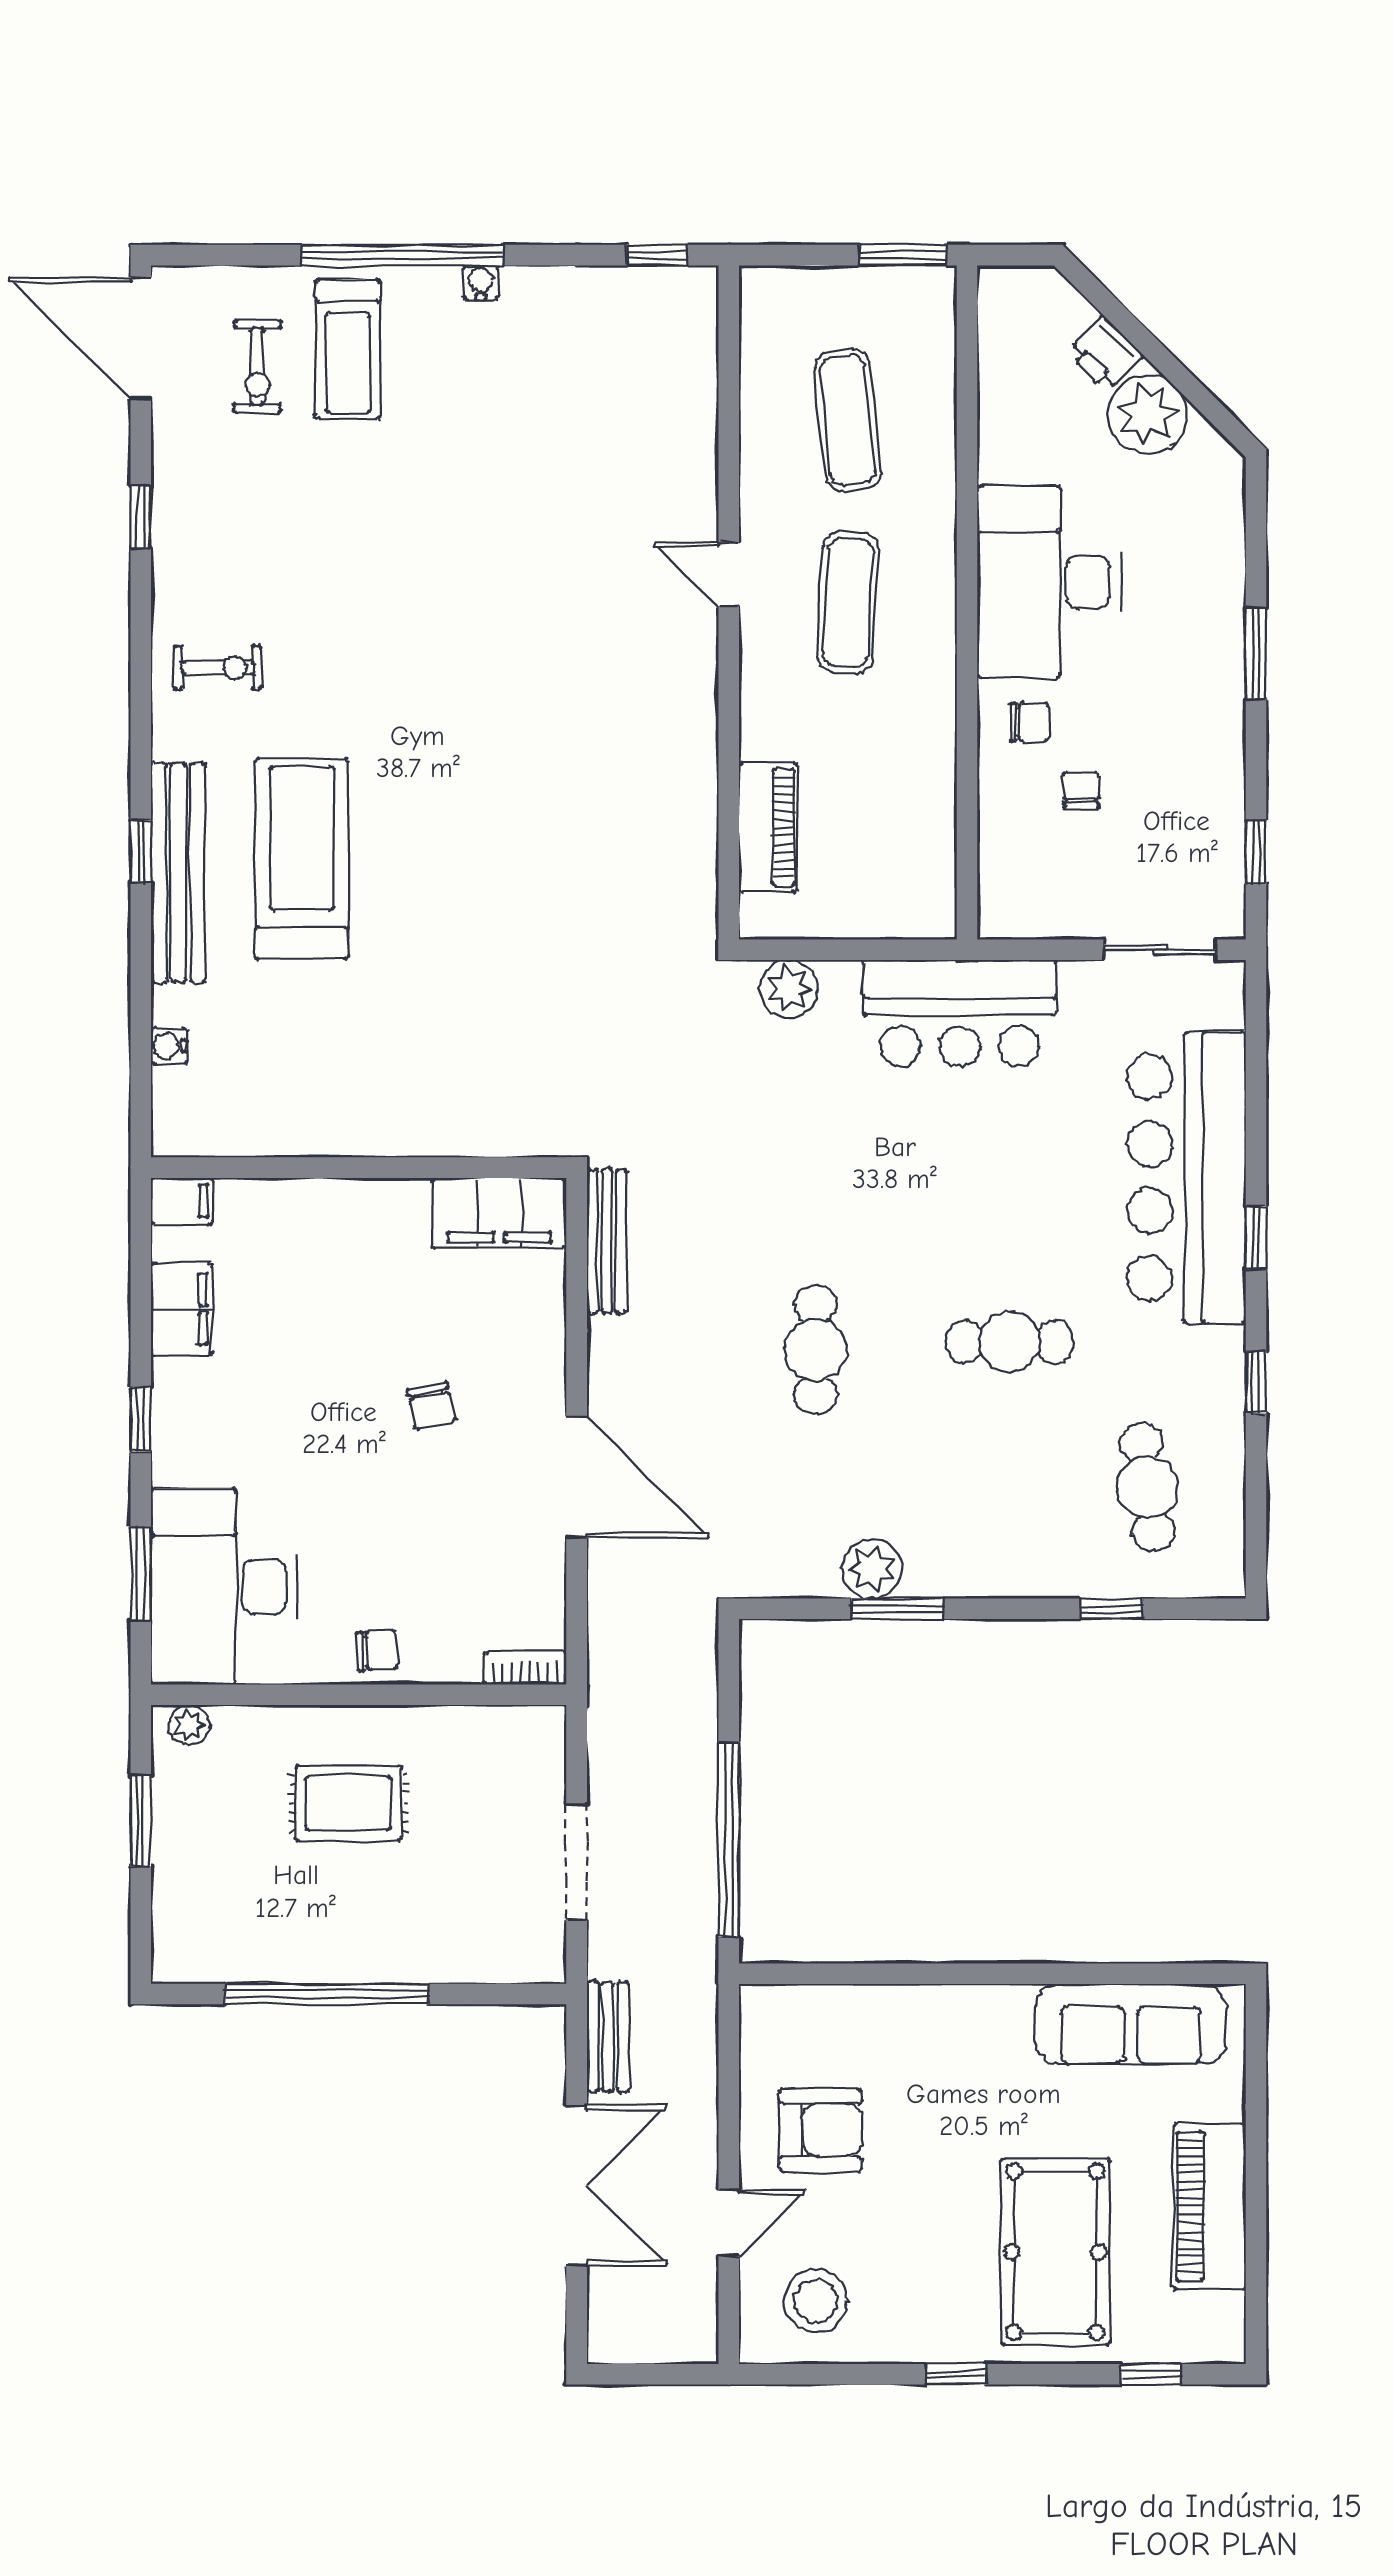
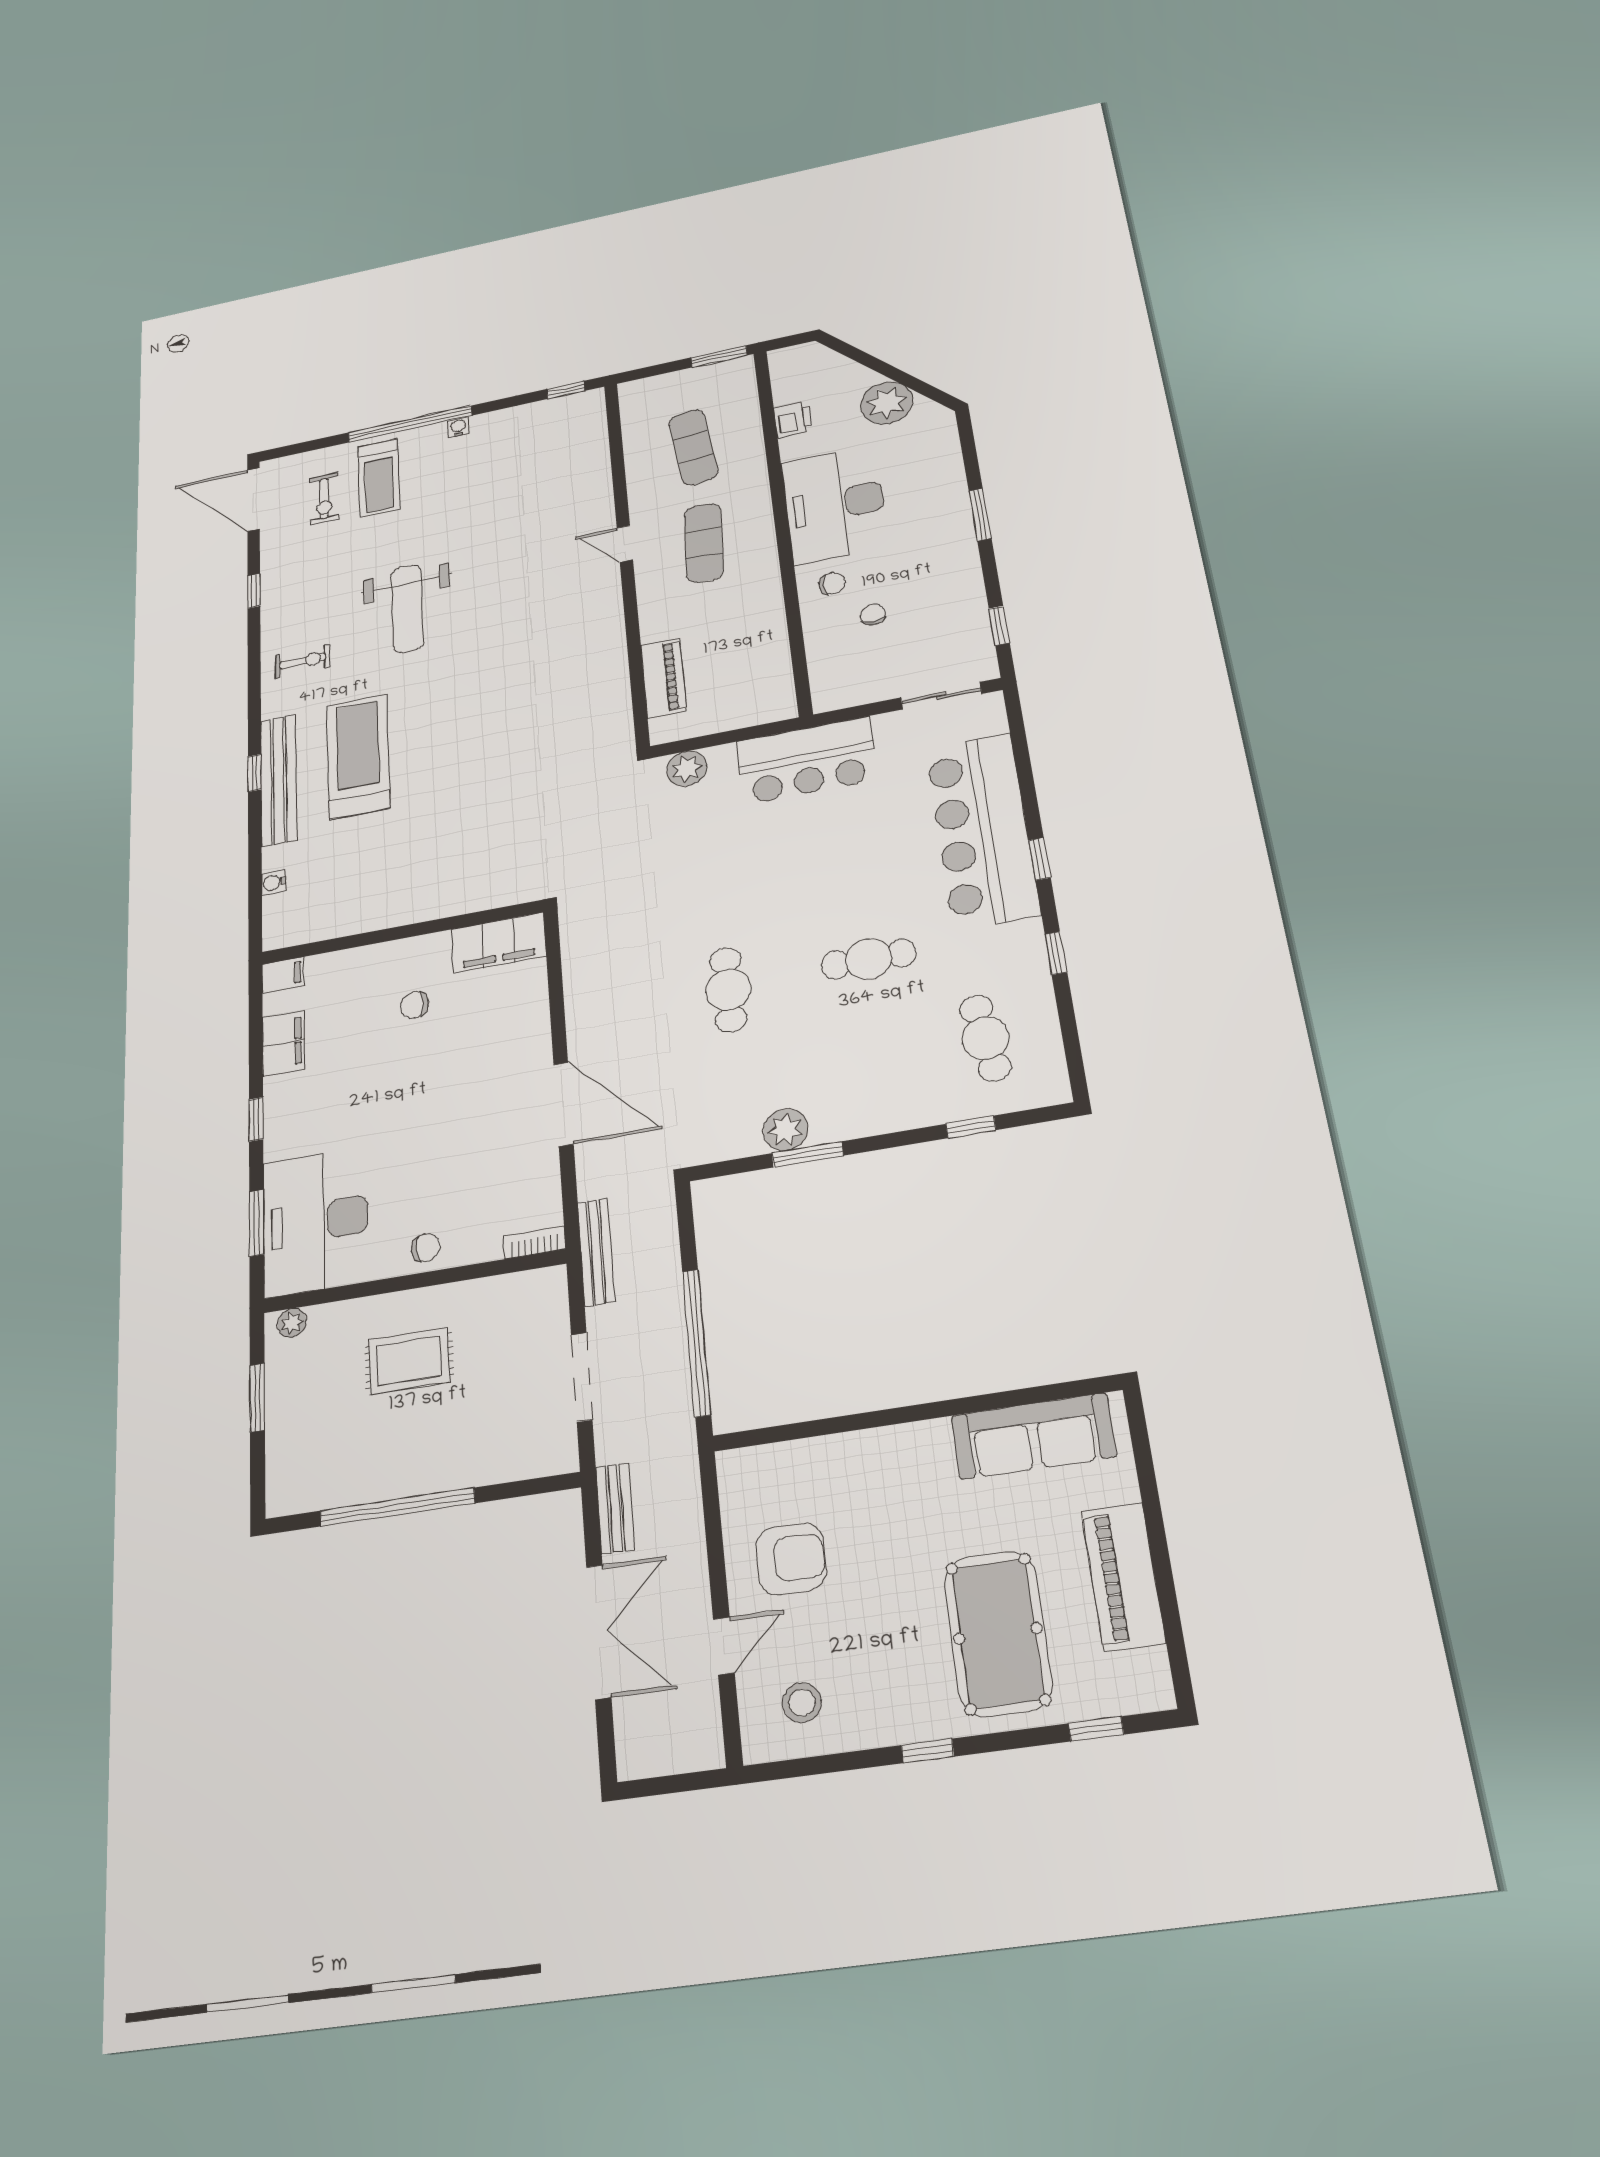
printer: (1105, 354) -> (793, 419), moved, turned -135
weight bench: (386, 610) -> (407, 608), added
bench: (607, 1241) -> (596, 1252), moved
chair: (431, 1406) -> (414, 1005), moved, turned 102
stool: (816, 2301) -> (802, 1703), width x0.73, depth x0.73

